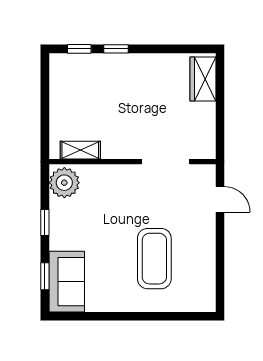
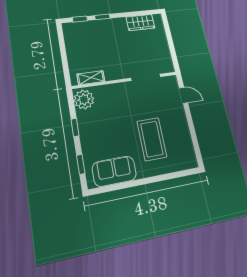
wardrobe: (203, 79) -> (140, 22), moved, turned -90
sofa: (67, 282) -> (114, 171), moved, turned -90

